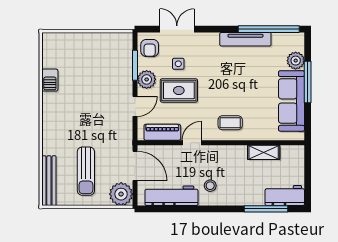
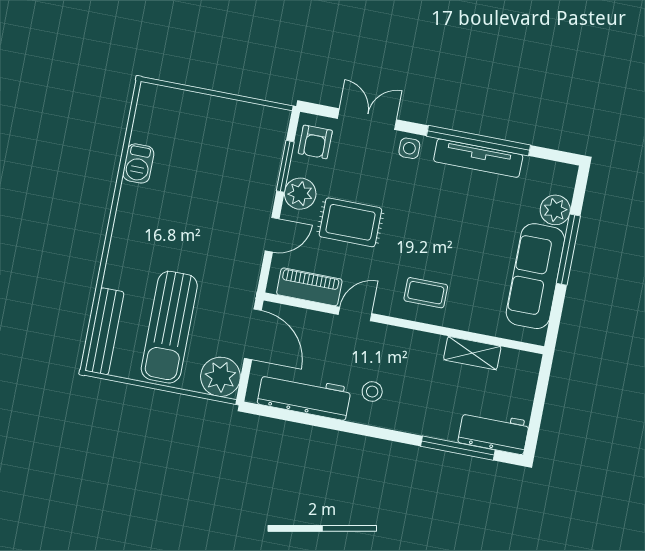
window: (269, 29) -> (478, 141), moved
side table: (178, 64) -> (409, 148), moved
sun lounger: (86, 171) -> (169, 327), width x1.36, depth x1.34

